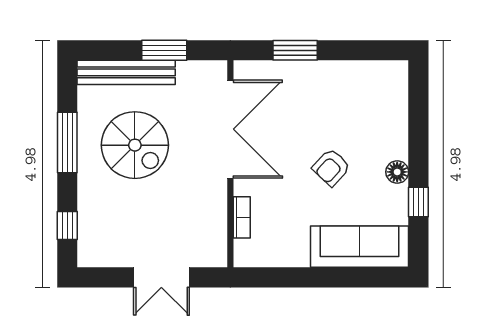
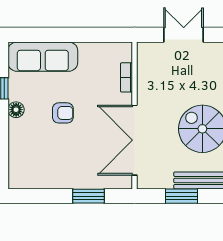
armchair: (331, 167) -> (63, 113), turned 47

